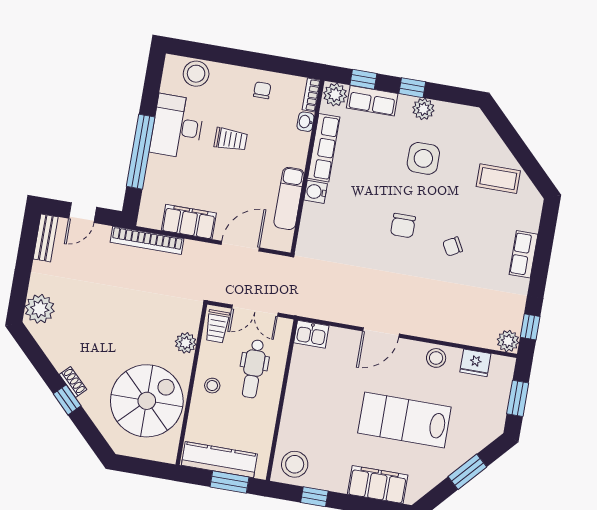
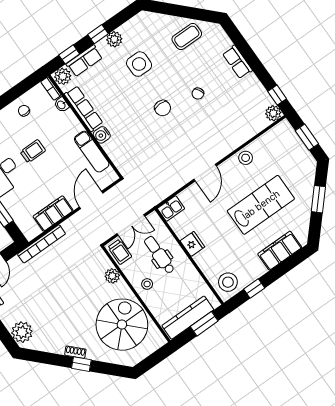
fridge: (475, 363) -> (192, 244), moved, turned -90
dental chair: (253, 369) -> (159, 255), turned 180
lab bench: (404, 420) -> (261, 205), turned 180

